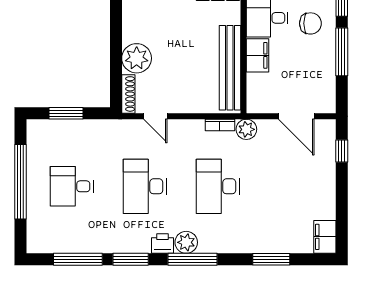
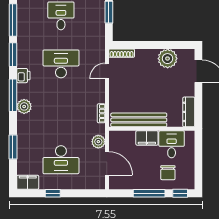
plant: (137, 58) -> (168, 59), moved
door: (296, 116) -> (107, 163), swing flipped
plant: (246, 129) -> (98, 142), moved
window: (342, 151) -> (53, 193), moved
desk: (218, 186) -> (61, 160), moved, turned 180
plant: (186, 242) -> (24, 106), moved

